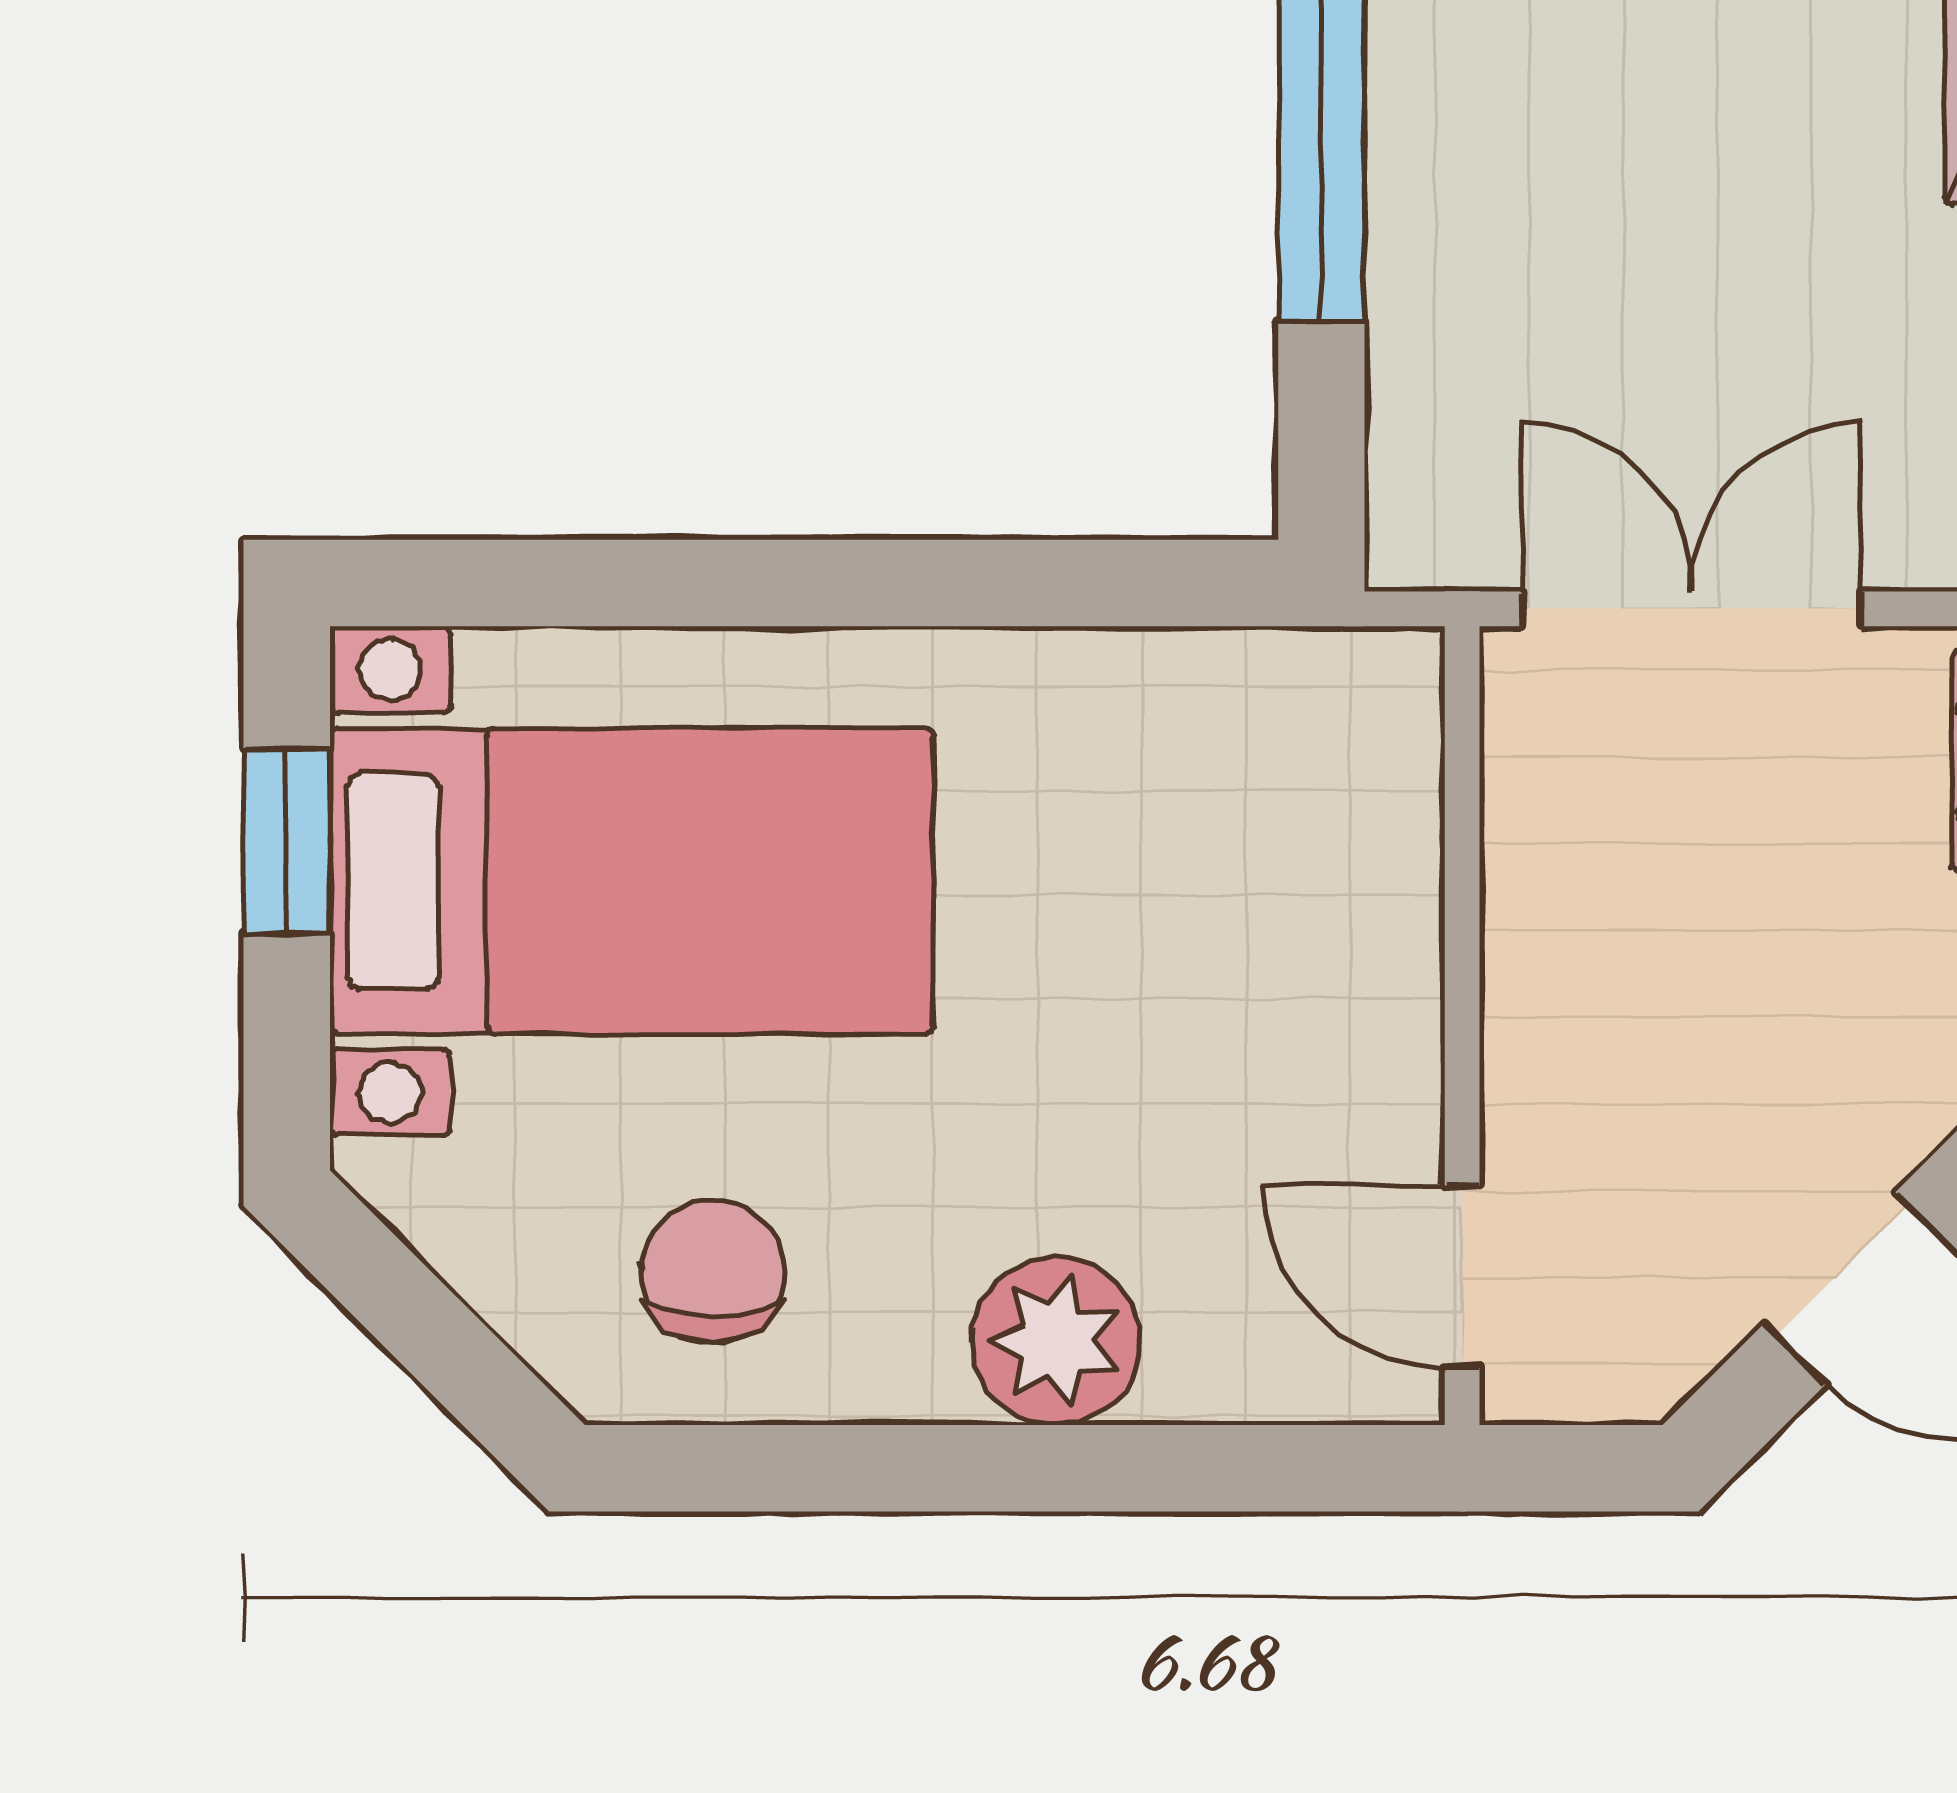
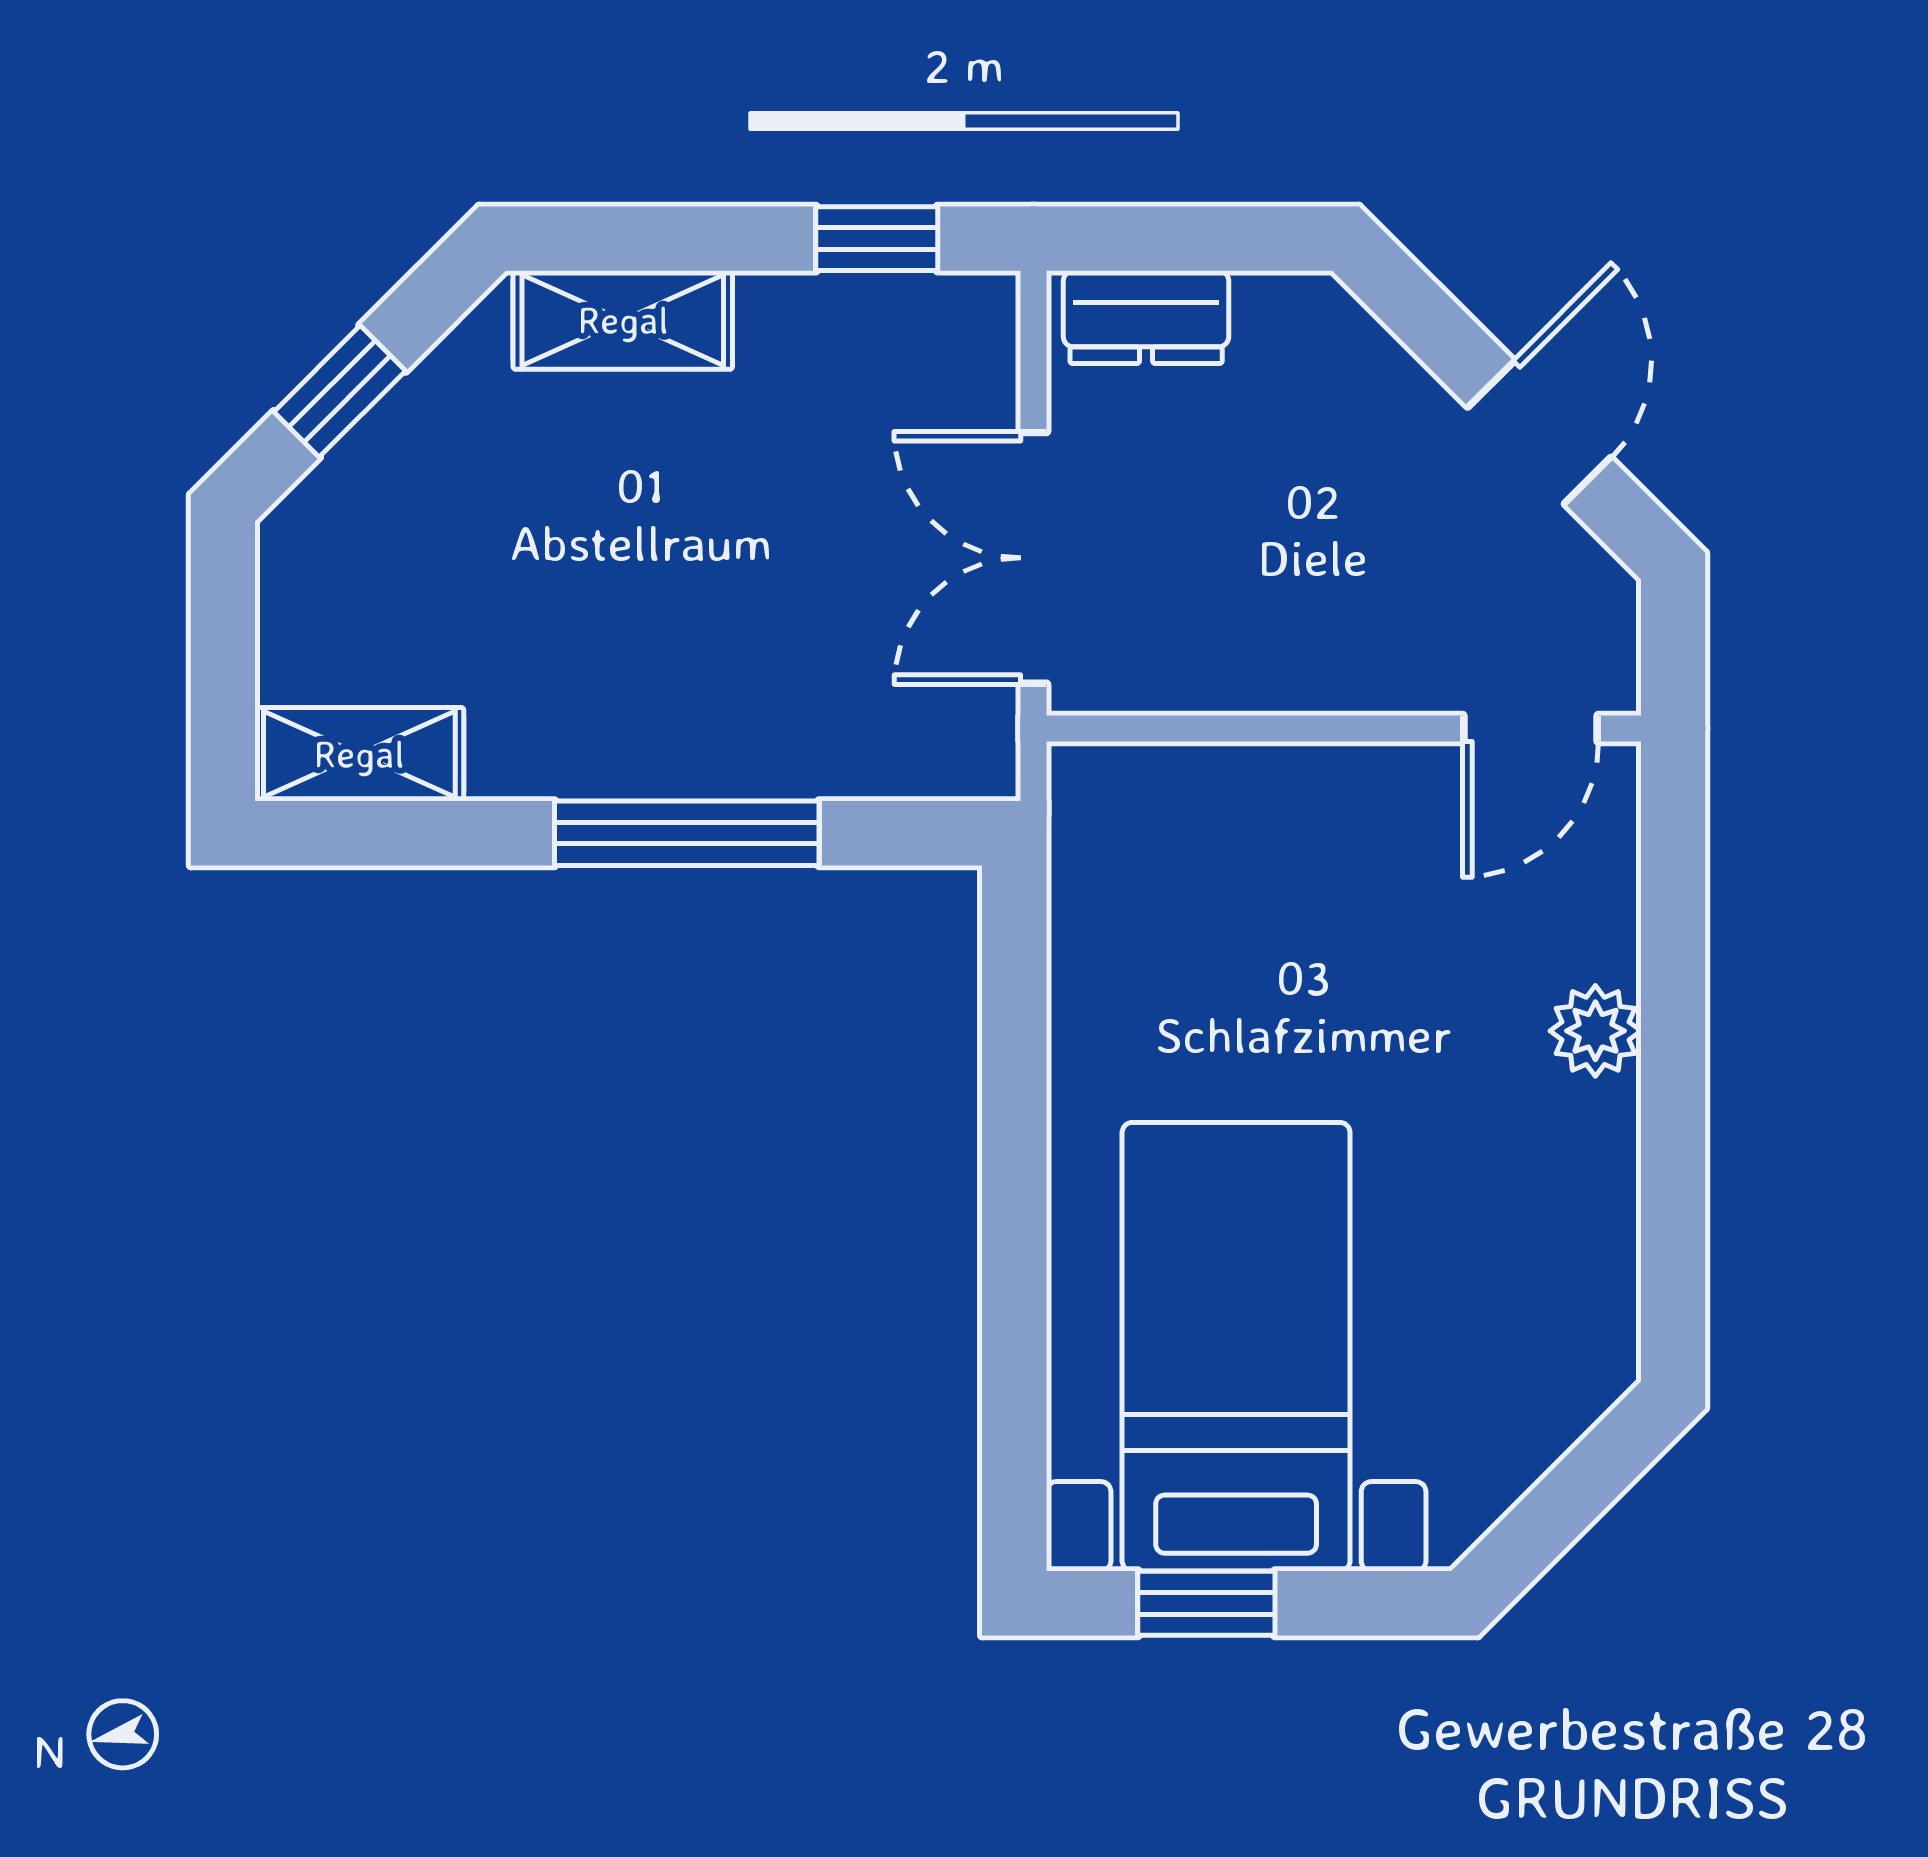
chair: (713, 1272) -> (1527, 1286), removed
plant: (1056, 1341) -> (1595, 1031), width x0.73, depth x0.73

